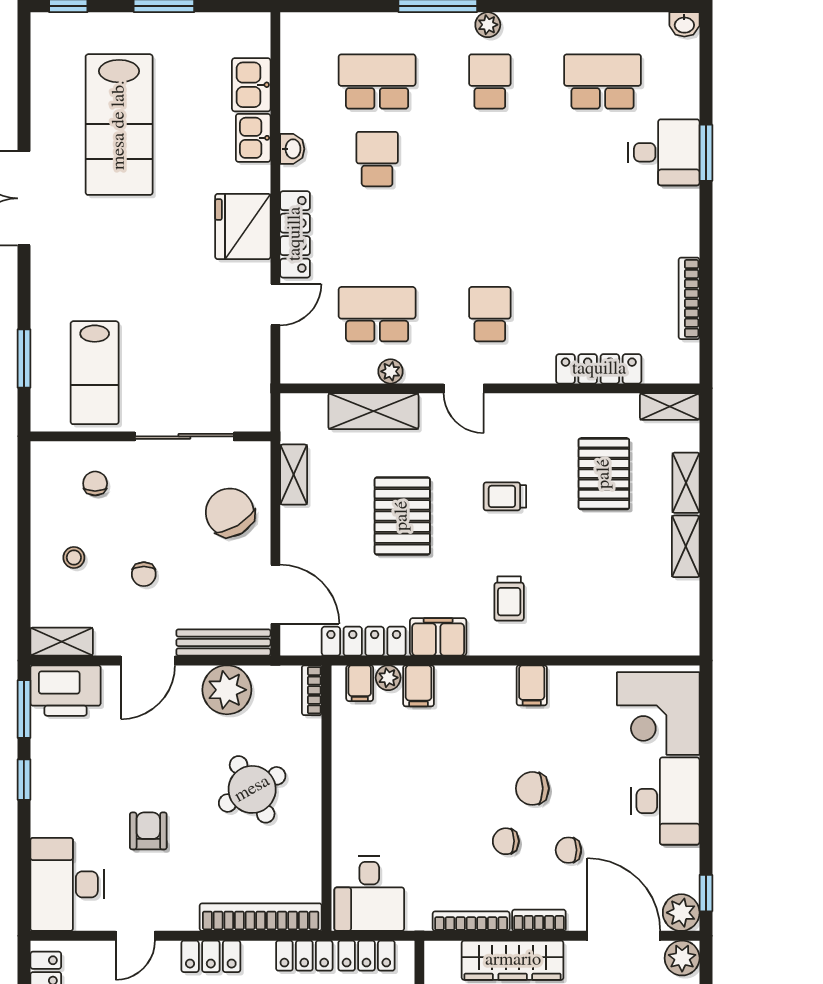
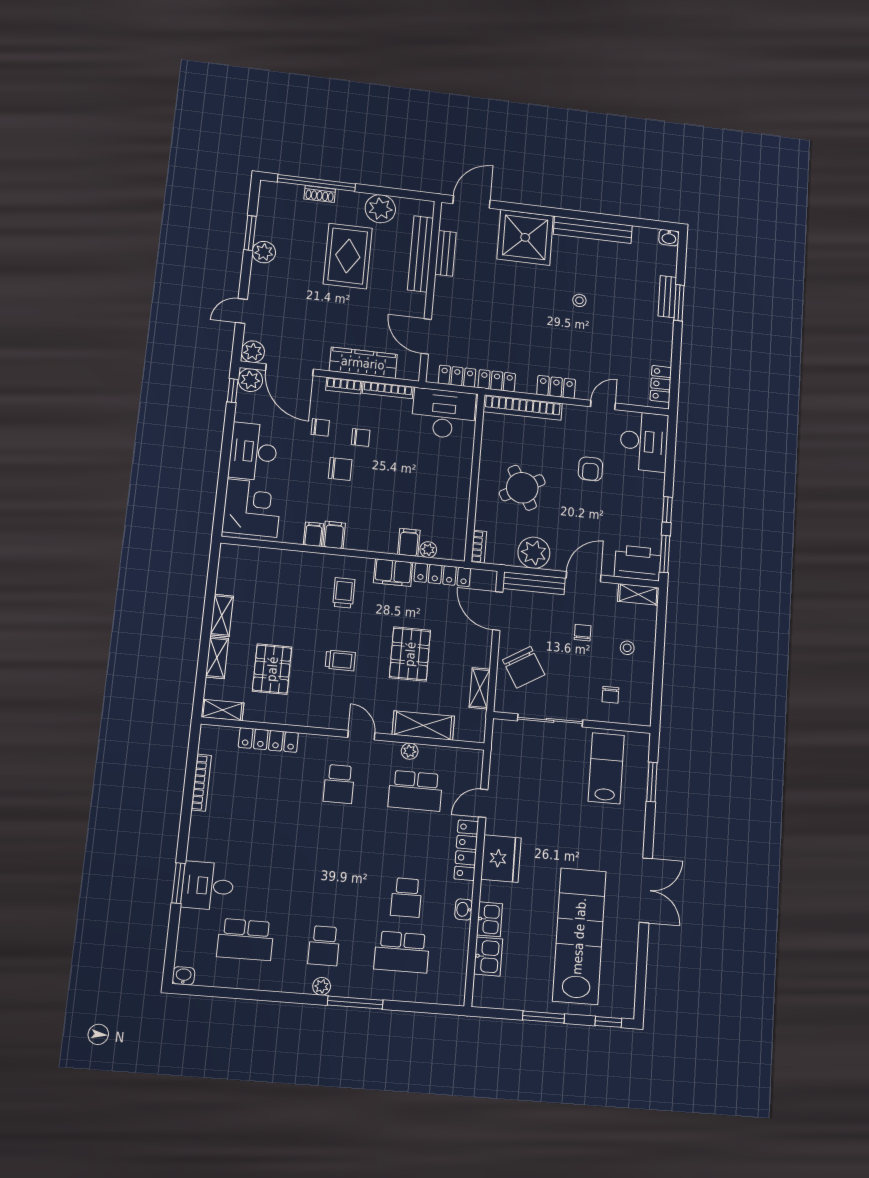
lab bench: (119, 125) -> (579, 936), width x1.36
filing cabinet: (360, 683) -> (313, 534), moved
desk: (369, 893) -> (444, 414), width x1.37

